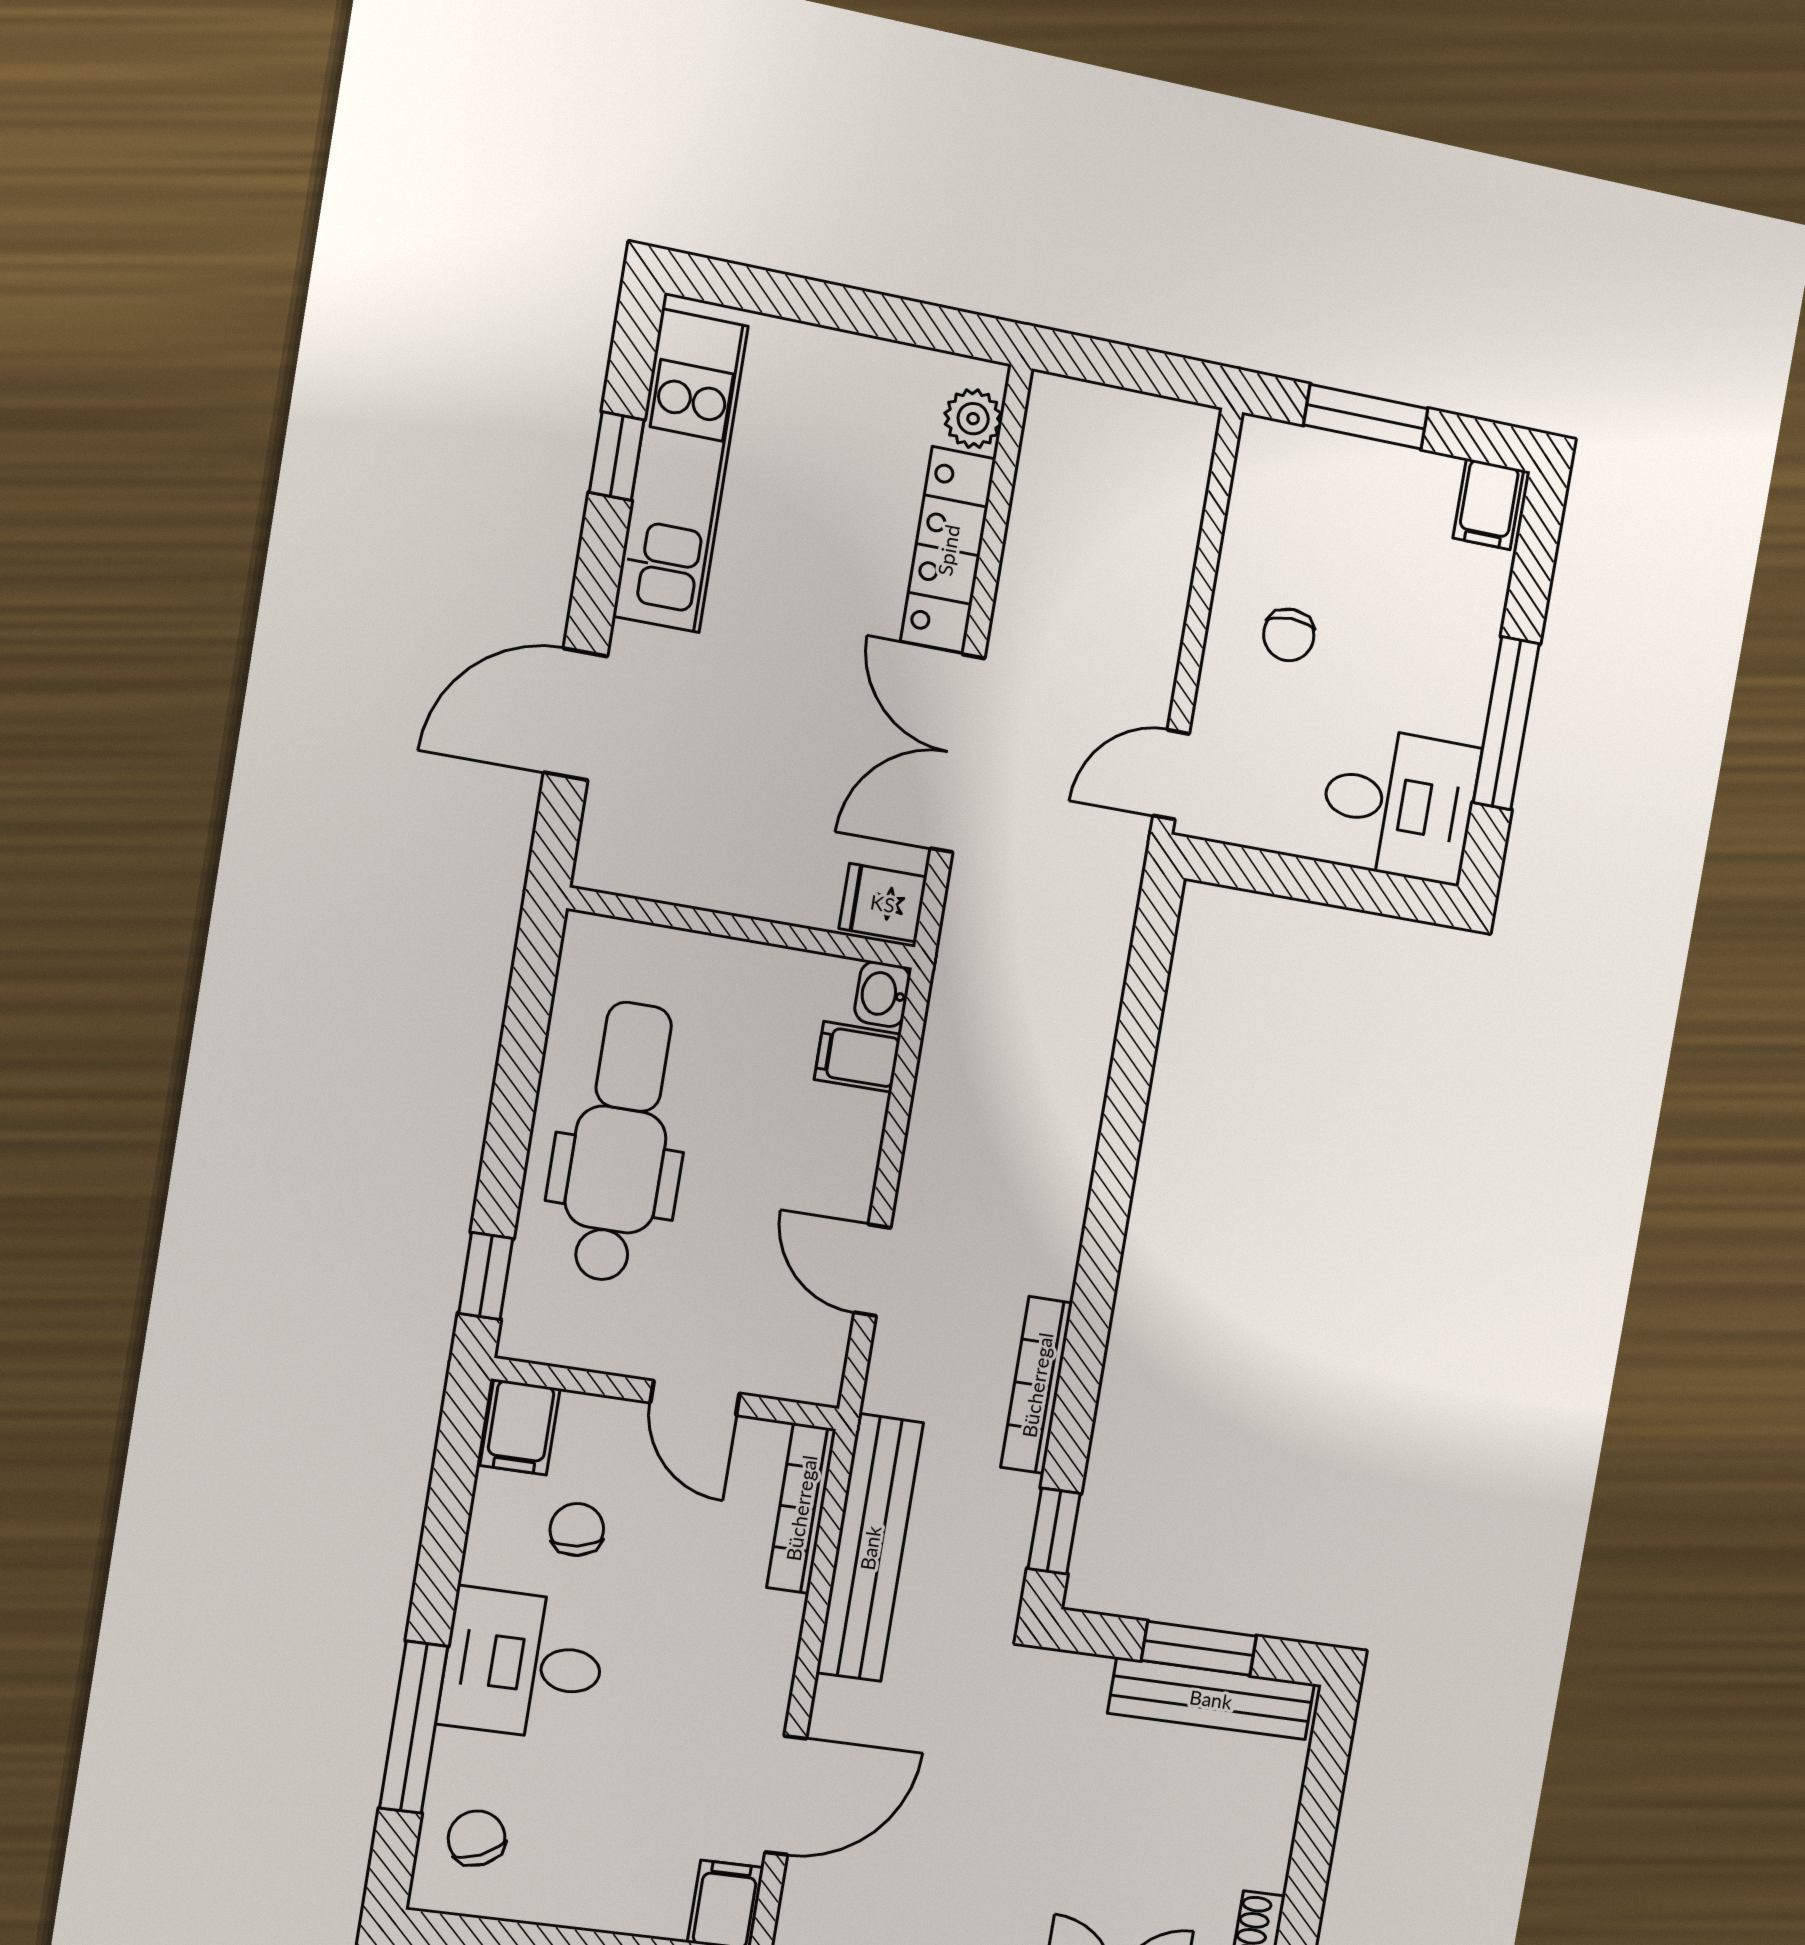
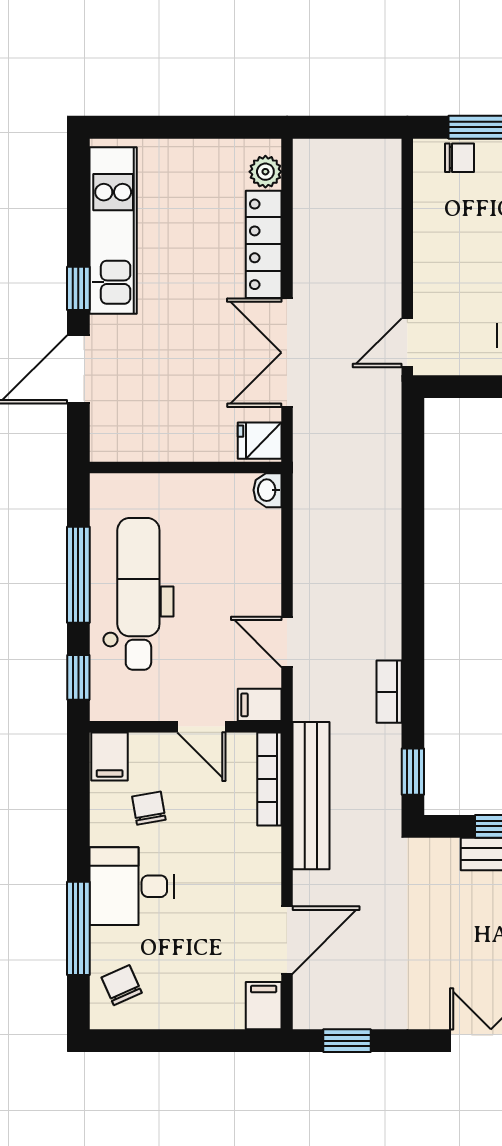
window: (617, 456) -> (78, 288), moved
chair: (1289, 635) -> (459, 158), moved, turned -90
filing cabinet: (858, 1057) -> (260, 705), moved
window: (516, 1090) -> (78, 575), added
bookcase: (1037, 1385) -> (389, 692), width x0.64

